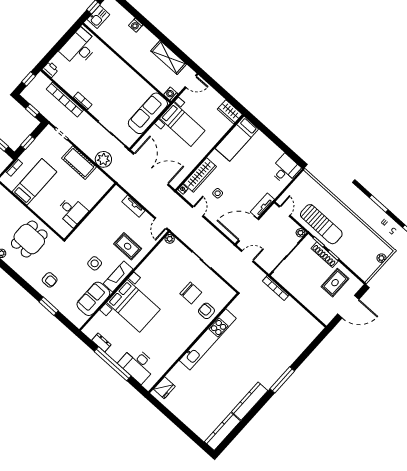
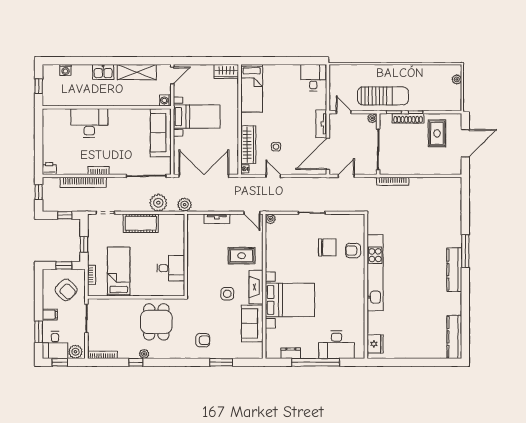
kitchen sink: (98, 17) -> (103, 72), moved, turned 90
washing machine: (136, 25) -> (65, 70), moved
desk: (79, 47) -> (89, 123), moved, turned 90
plant: (120, 177) -> (185, 205), added
kitchen counter: (250, 401) -> (454, 270), moved

